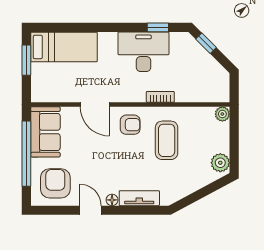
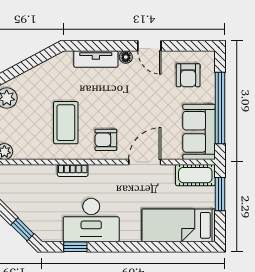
window: (26, 60) -> (220, 194), moved
cot: (49, 93) -> (195, 175), added
door: (95, 105) -> (145, 162), hinge flipped
armchair: (55, 183) -> (188, 75), width x0.72, depth x0.72

